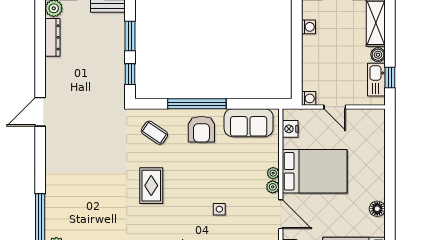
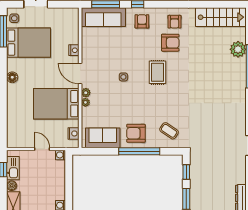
armchair: (201, 129) -> (136, 133), turned -90
rug: (151, 186) -> (158, 72), moved

